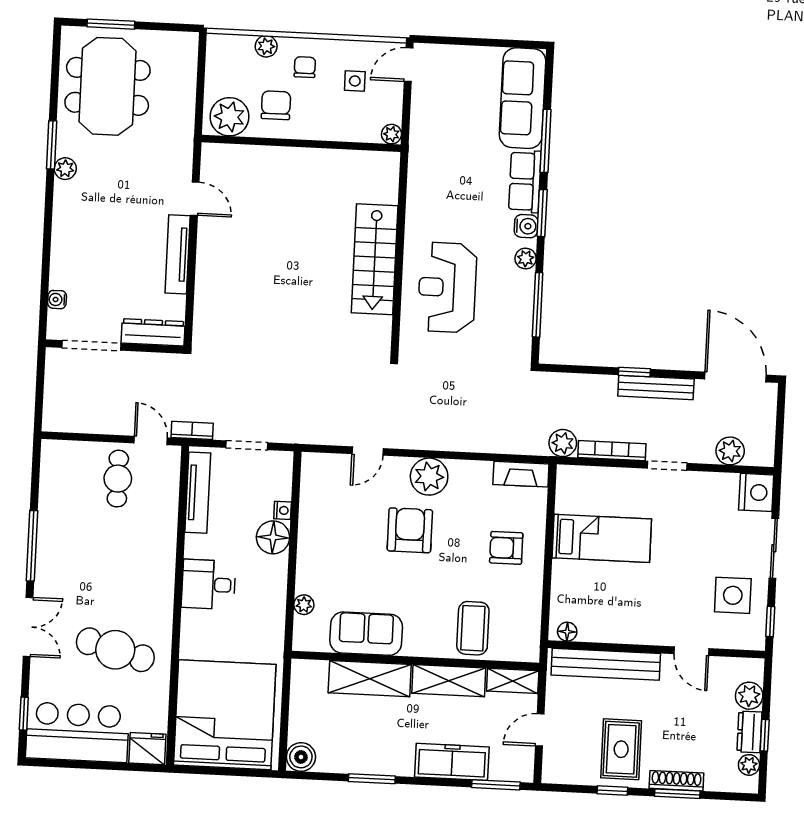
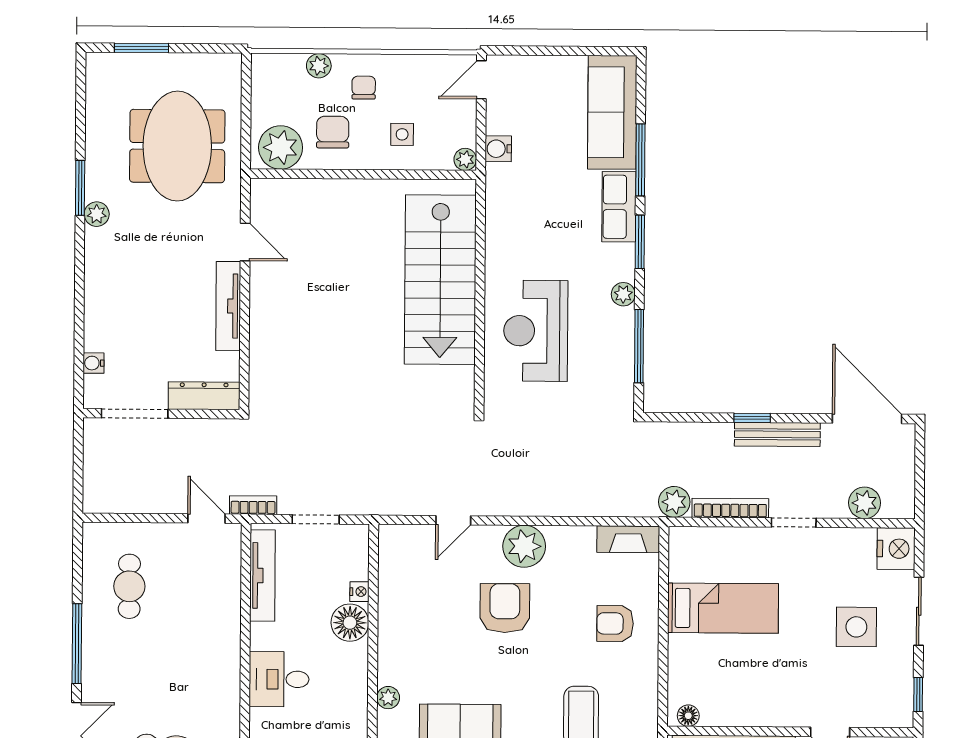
side table: (355, 81) -> (402, 134), moved
meeting table: (107, 86) -> (177, 146), moved
water cooler: (526, 226) -> (498, 149), moved, turned 180
stairs: (375, 259) -> (440, 280), width x1.36, depth x1.51
cafe table: (118, 479) -> (129, 586), moved
side table: (733, 595) -> (856, 627), moved

